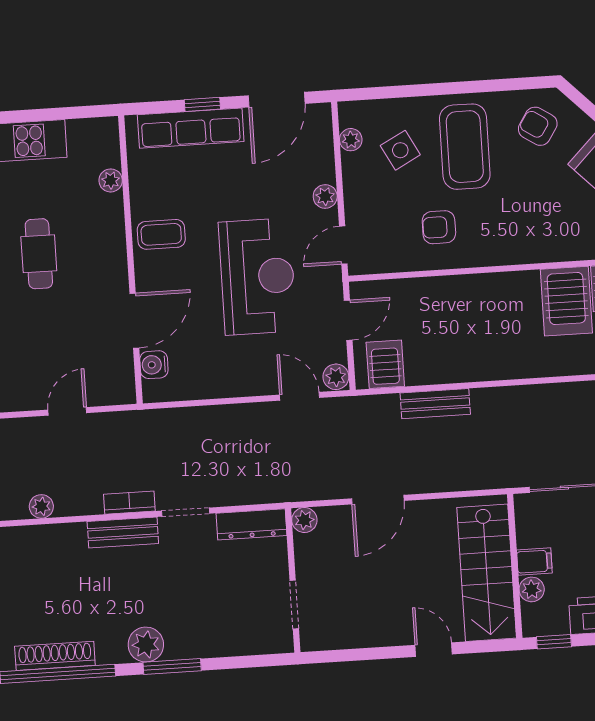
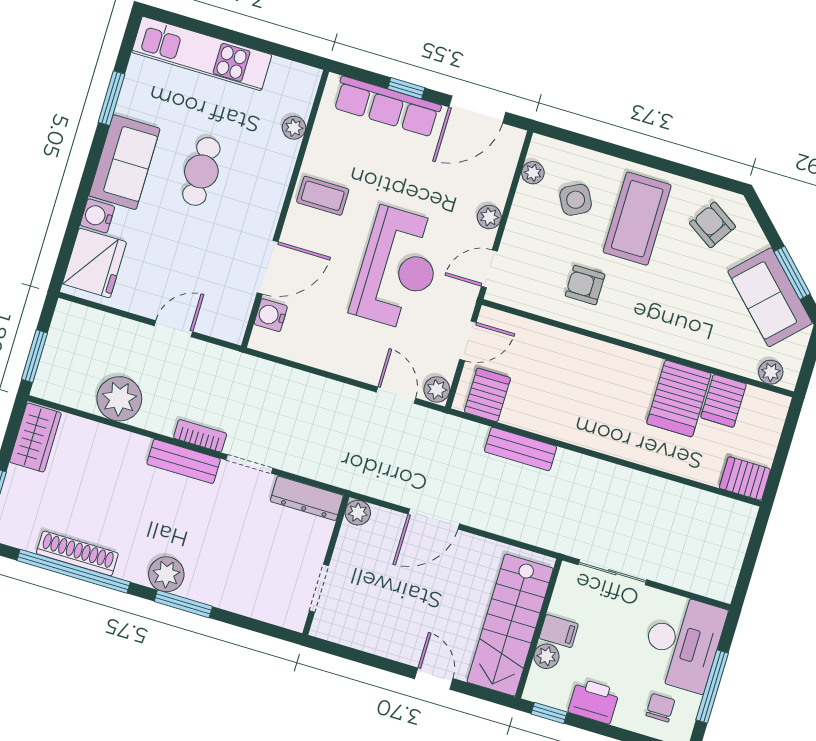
plant: (41, 506) -> (119, 399), width x1.88, depth x1.88

